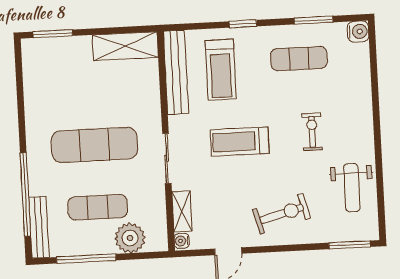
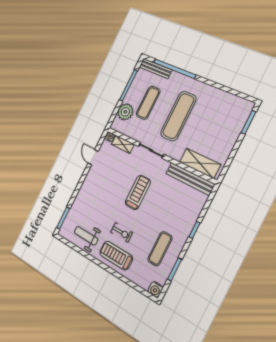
shelving: (125, 46) -> (200, 163), moved, turned 90
treadmill: (221, 70) -> (116, 256), moved
exercise bike: (282, 214) -> (94, 193), removed

